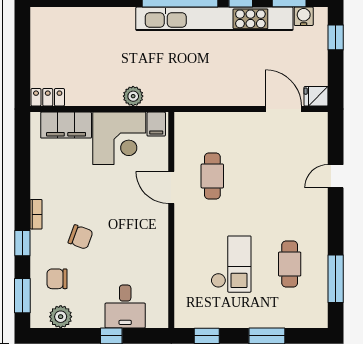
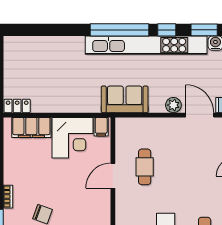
sofa: (186, 89) -> (125, 99), added
plant: (133, 96) -> (173, 105), moved
door: (171, 187) -> (113, 176), hinge flipped

